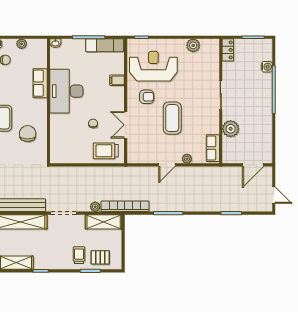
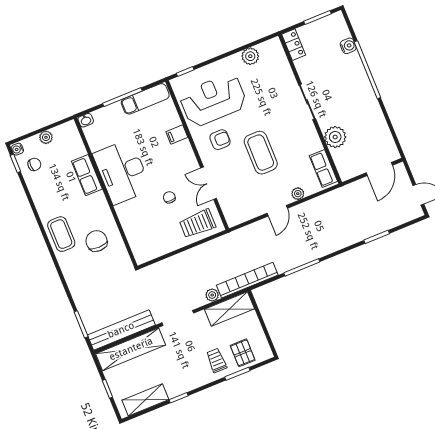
pallet: (100, 257) -> (243, 353), turned 90

